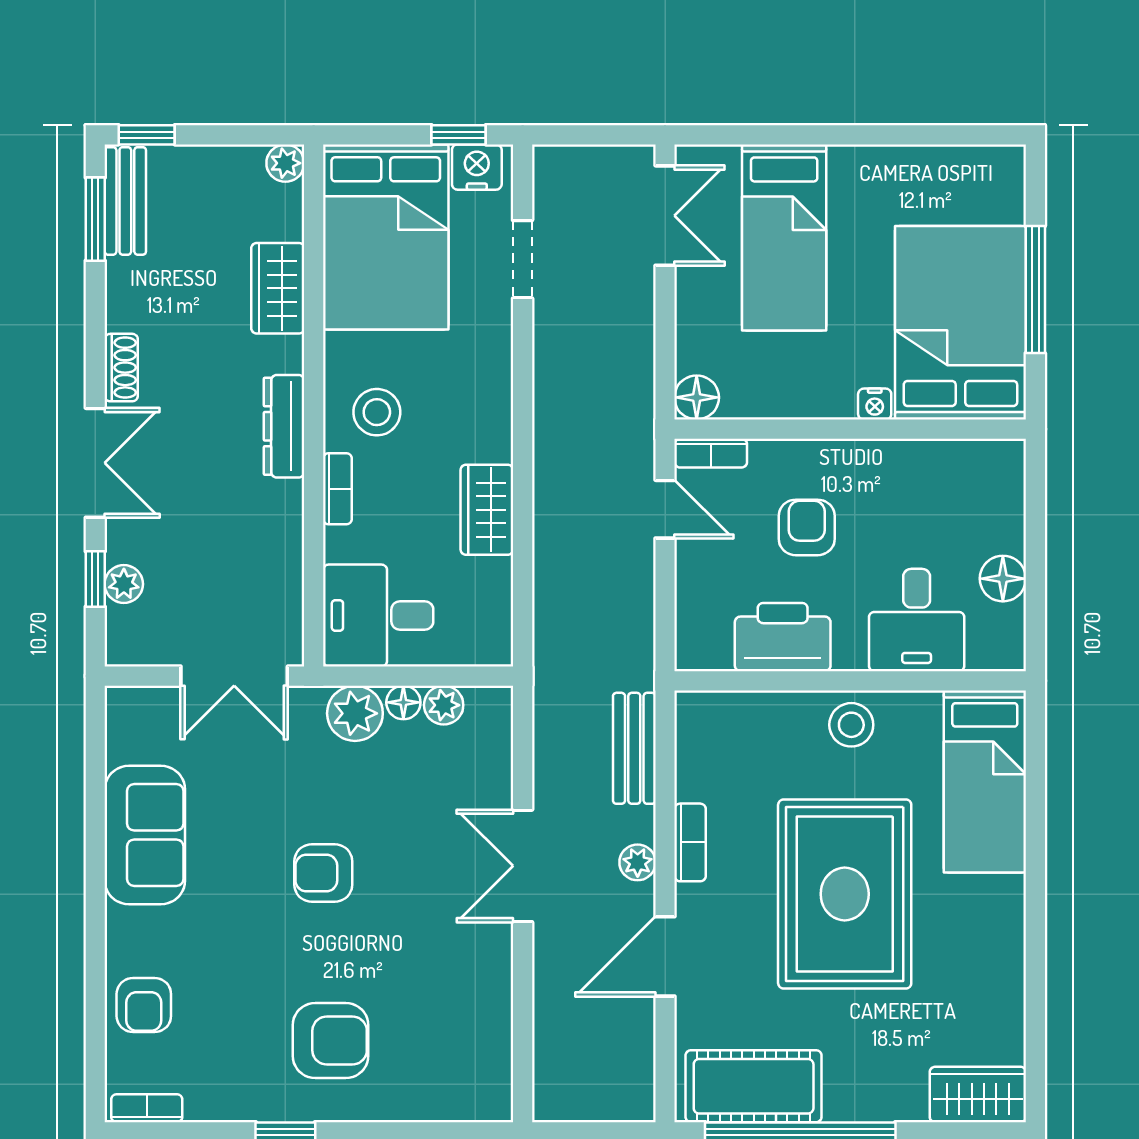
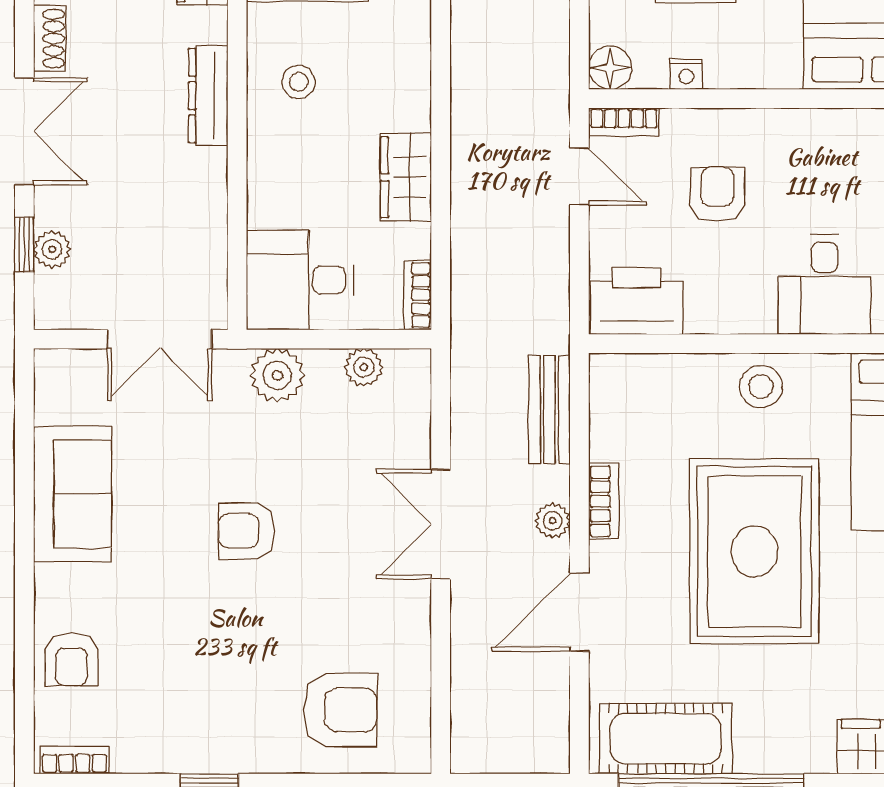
nightstand: (875, 404) -> (686, 74), moved
stool: (377, 412) -> (299, 82), width x0.73, depth x0.73
bookcase: (337, 489) -> (417, 295), moved, turned 180
printer: (783, 637) -> (637, 301), moved
floor lamp: (403, 702) -> (325, 365), removed
armchair: (331, 1041) -> (340, 710), moved

